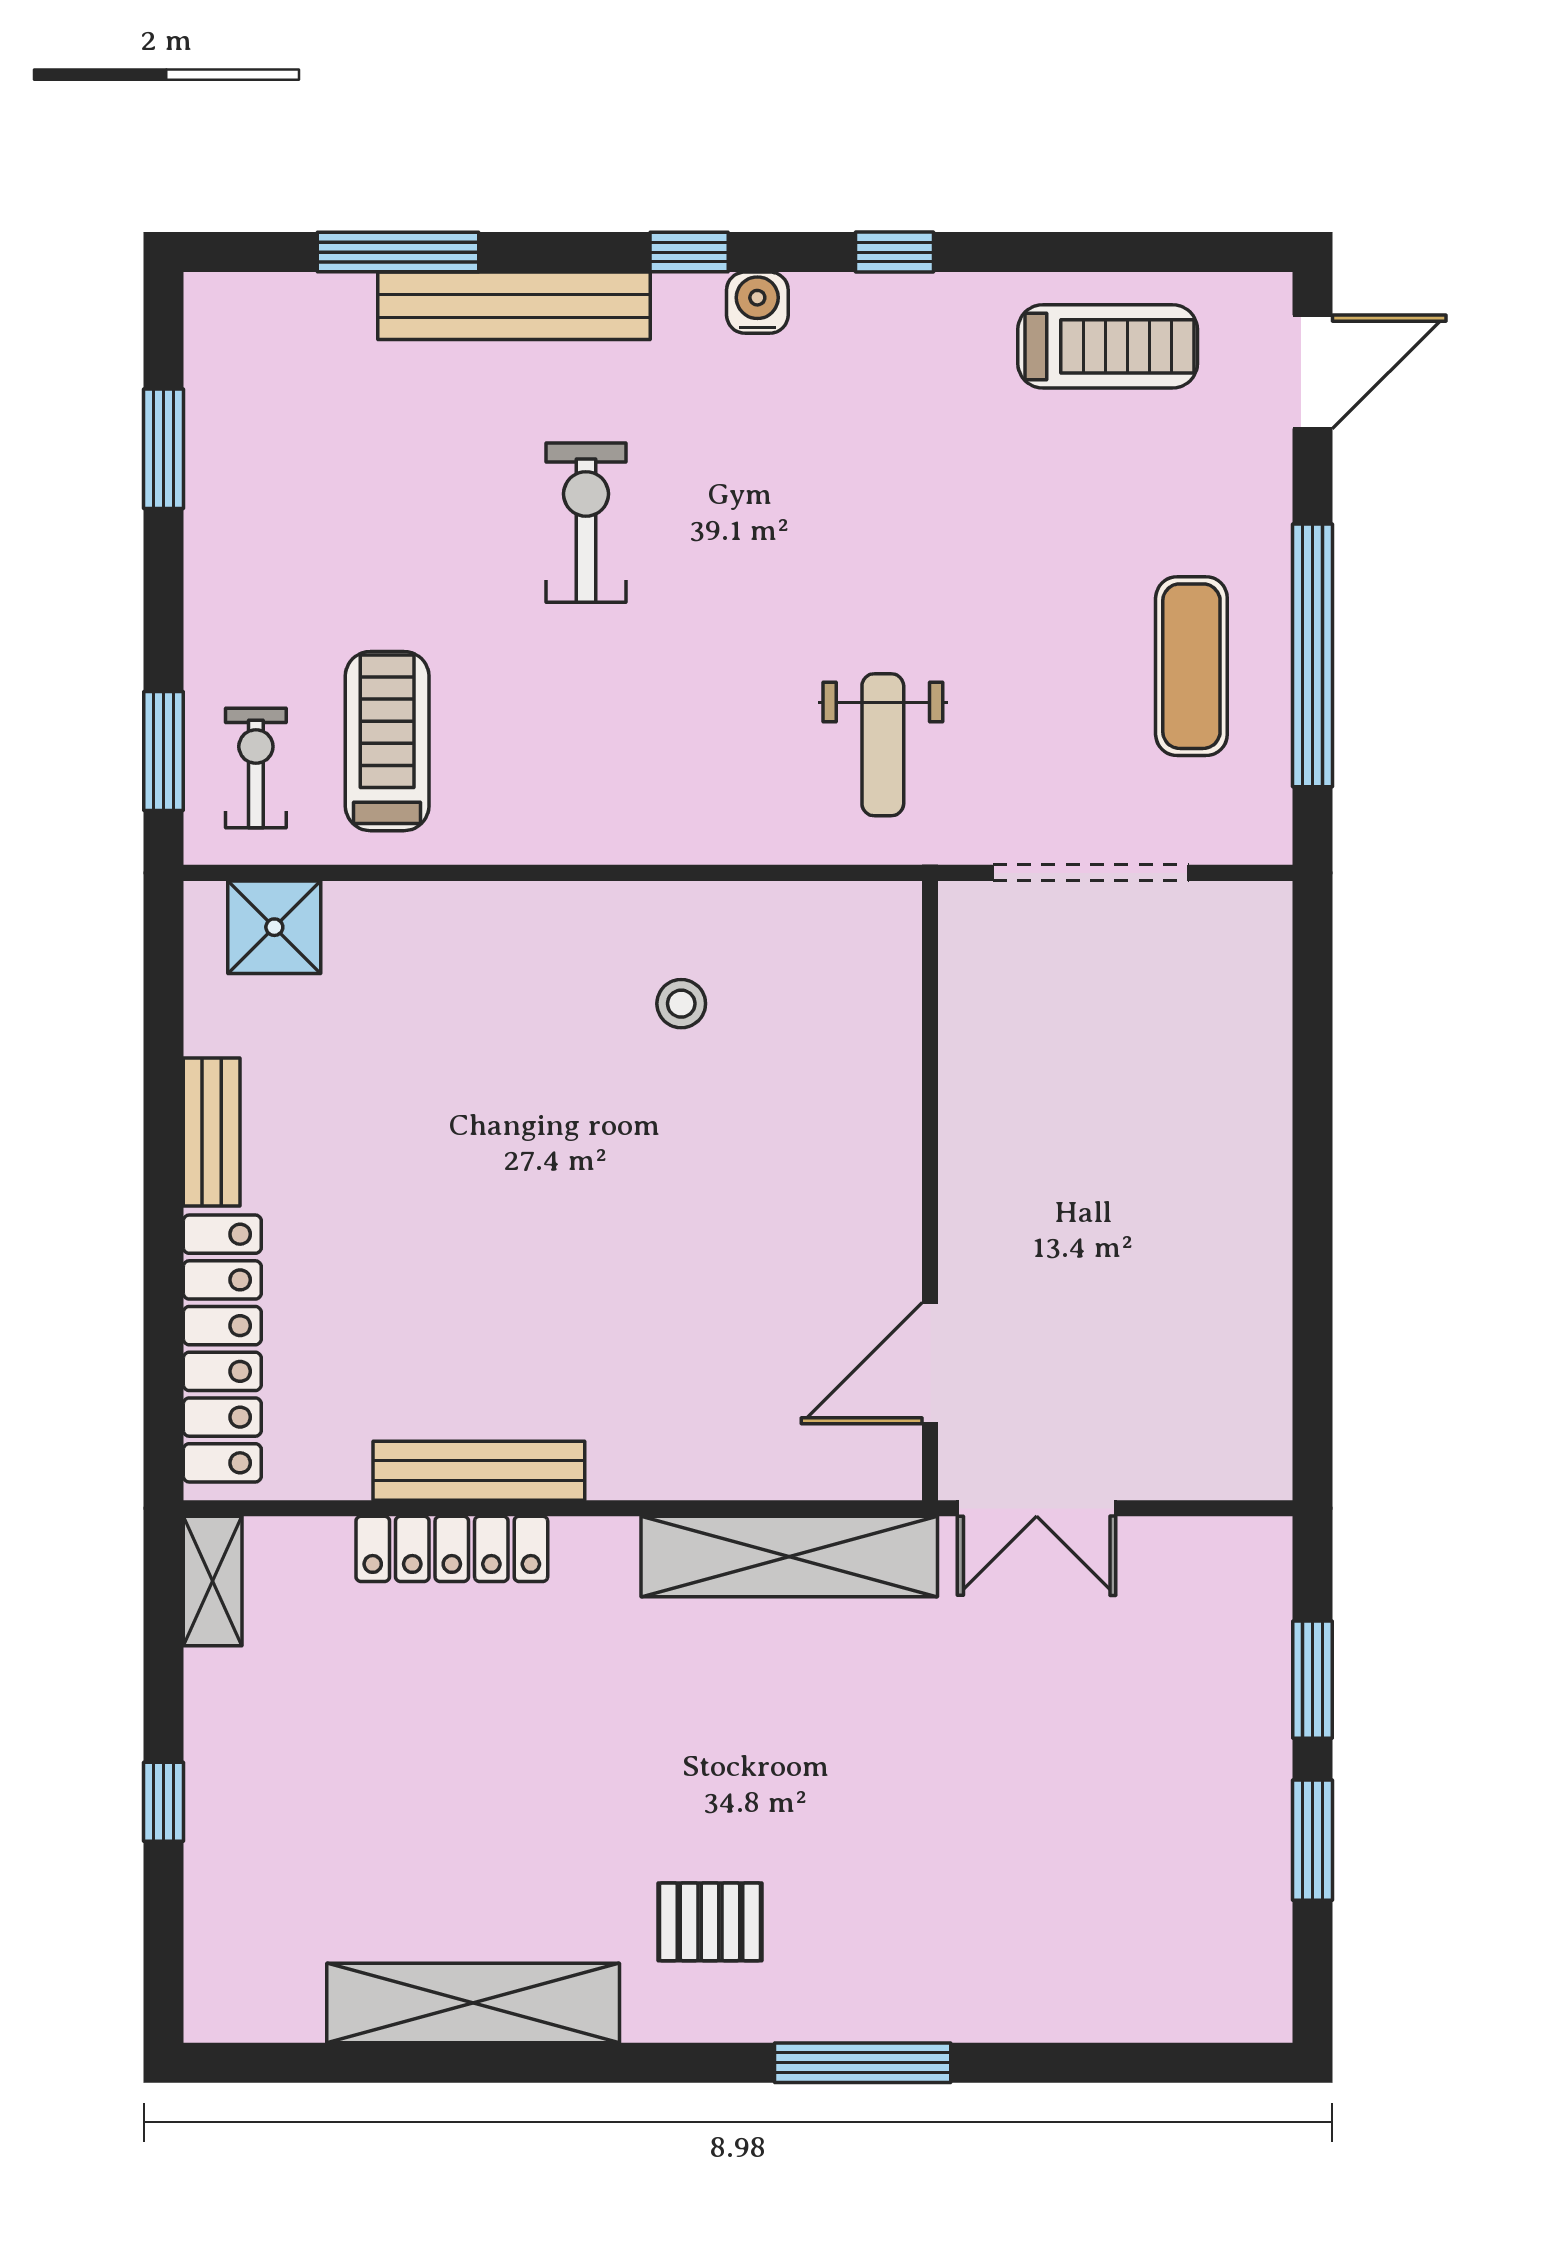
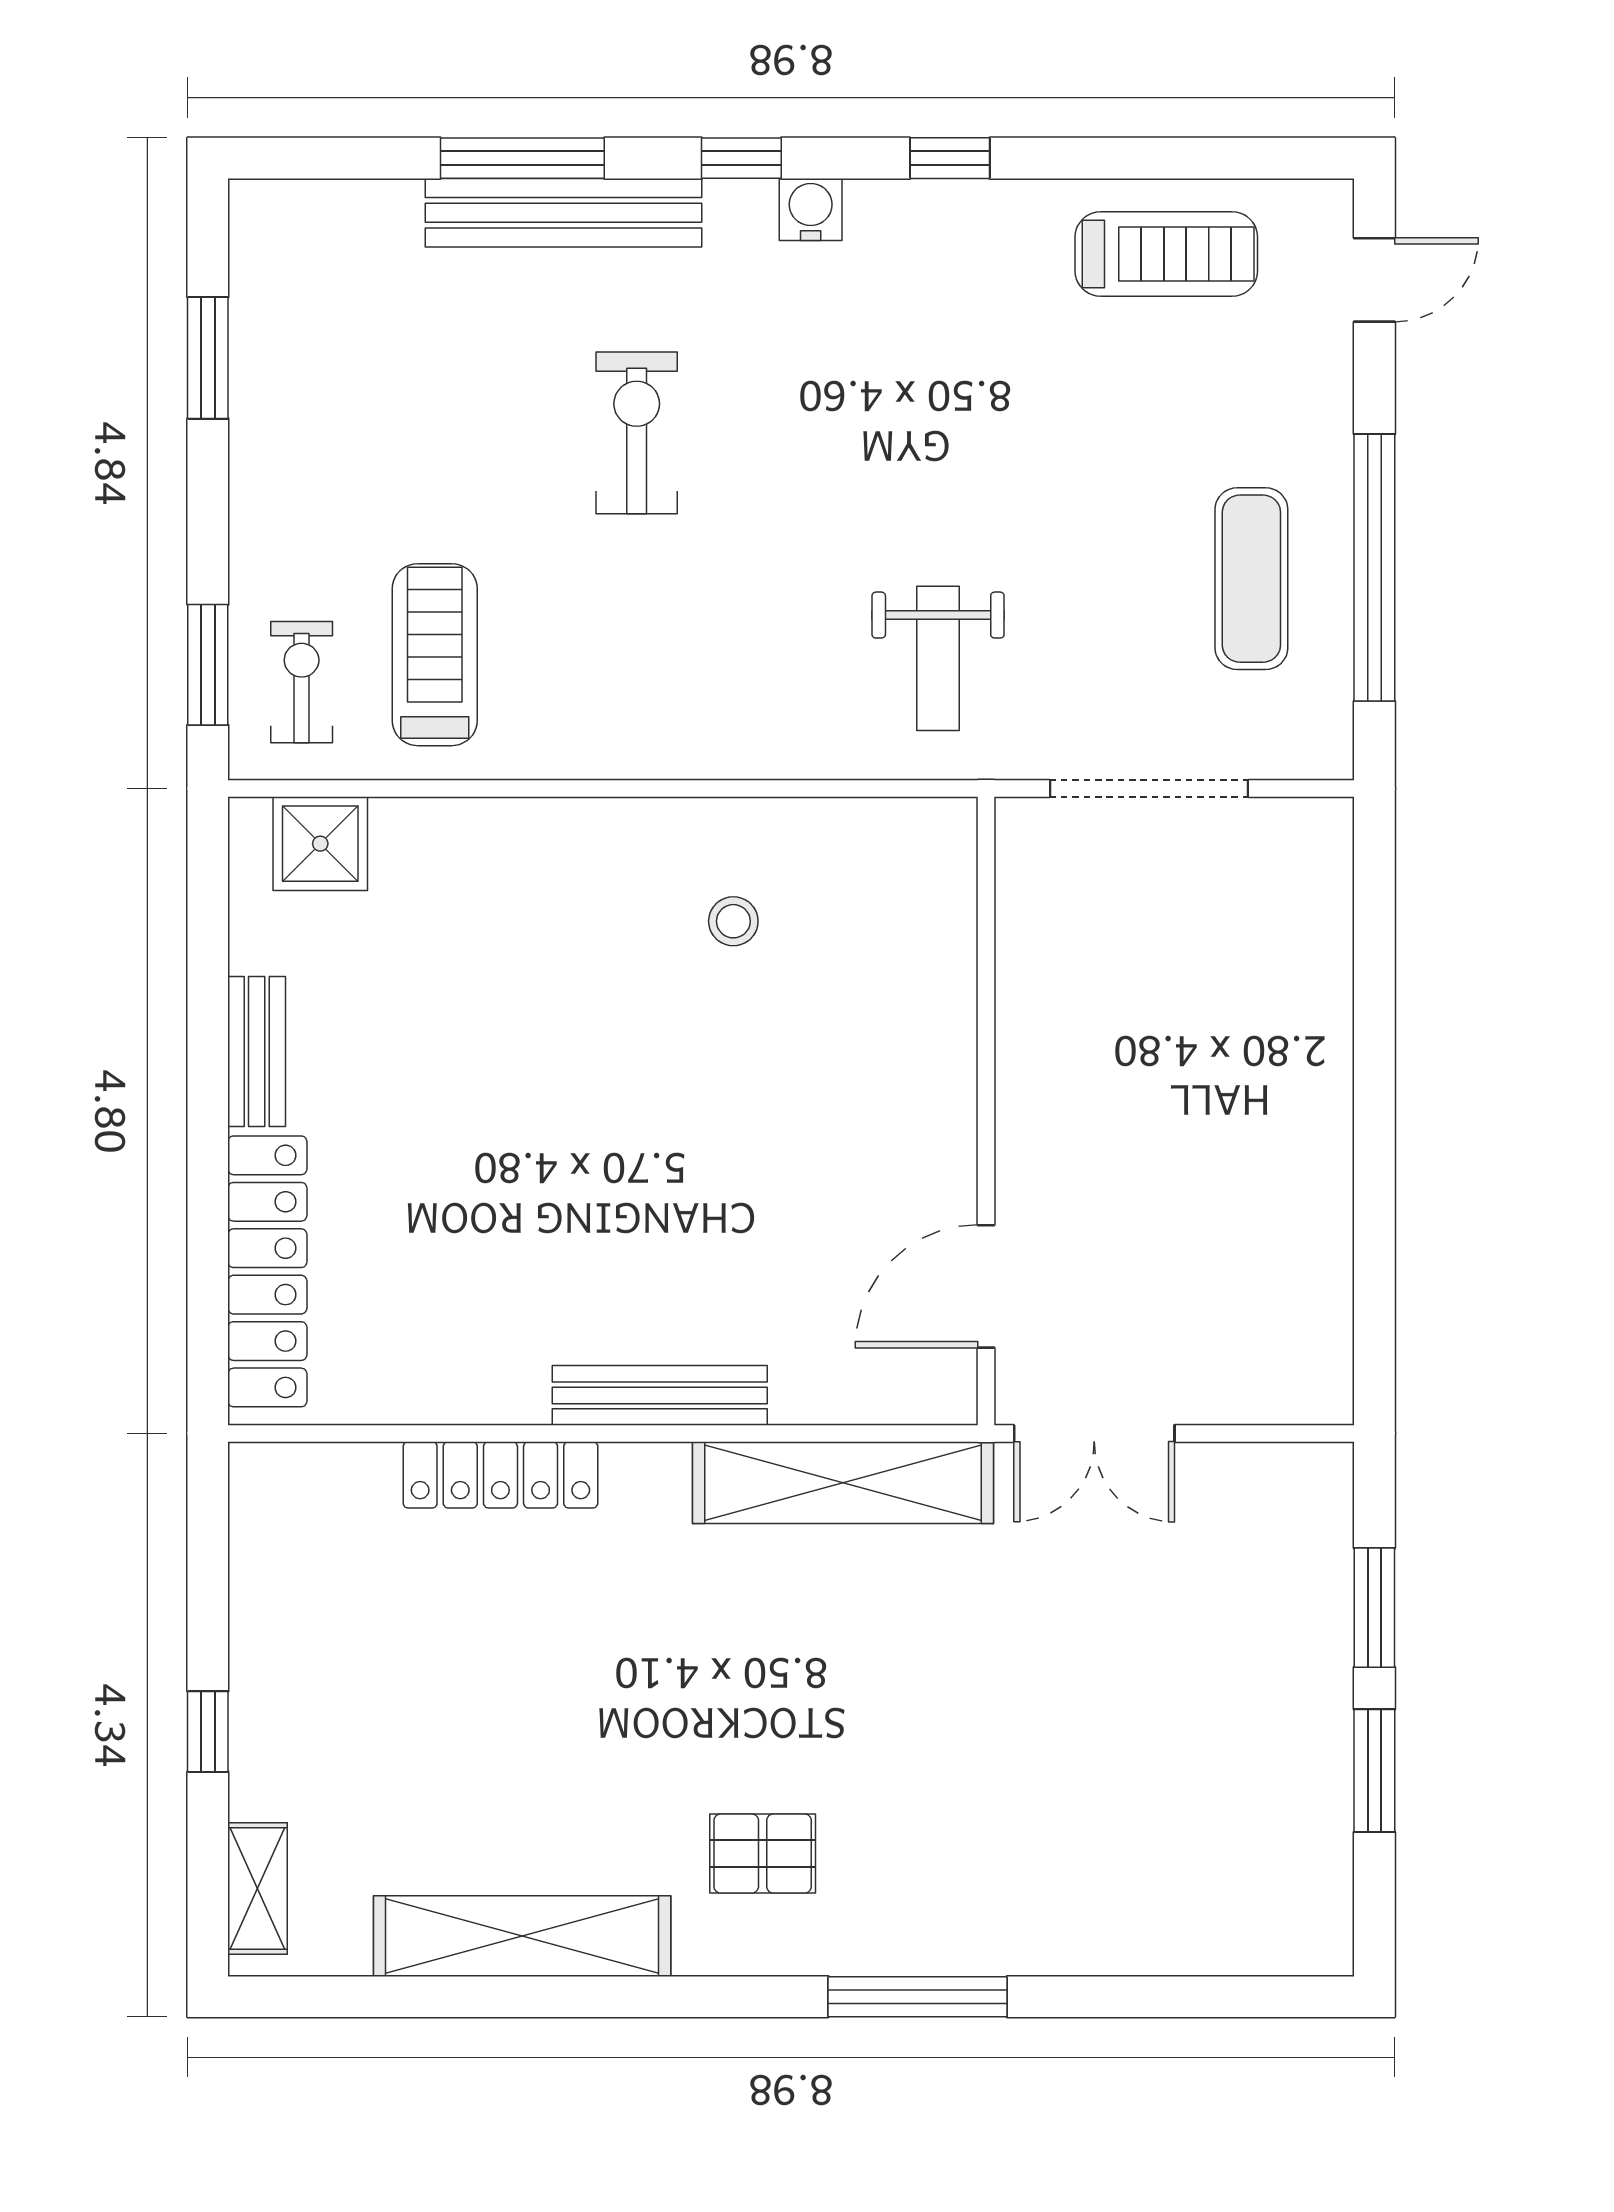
window: (398, 252) -> (522, 158), moved
door: (1313, 372) -> (1374, 280), width x0.73
bench: (479, 1471) -> (660, 1395), moved
shelving: (213, 1581) -> (258, 1888), moved

